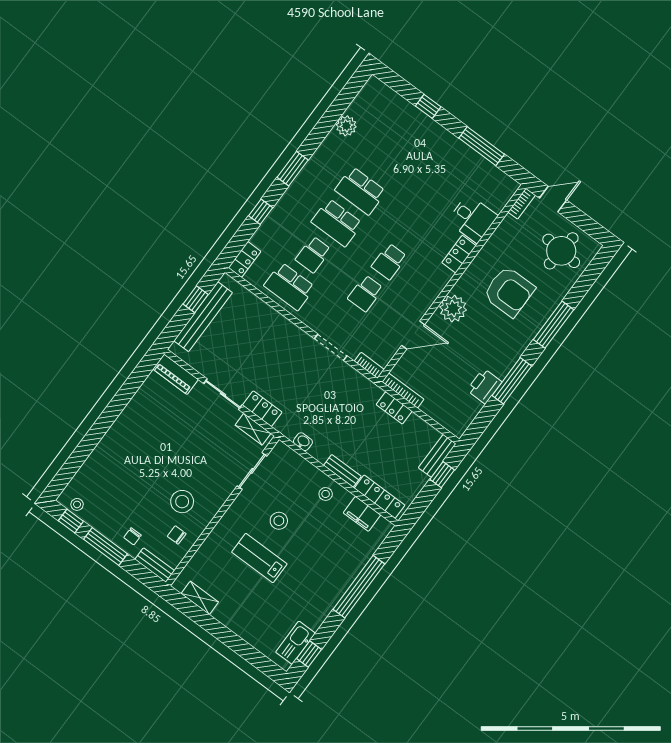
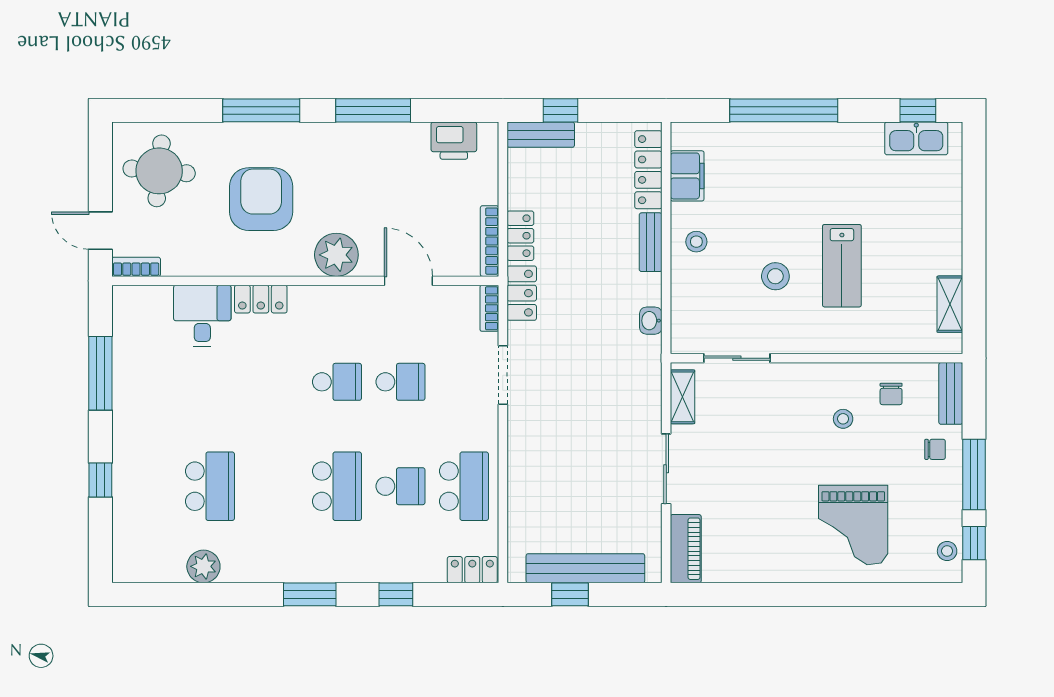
school desk: (360, 191) -> (210, 486), moved
printer: (484, 386) -> (454, 141), moved
locker: (262, 409) -> (522, 293), moved, turned 180
grand piano: (125, 467) -> (853, 525), added
stool: (182, 502) -> (843, 419), width x0.53, depth x0.53

